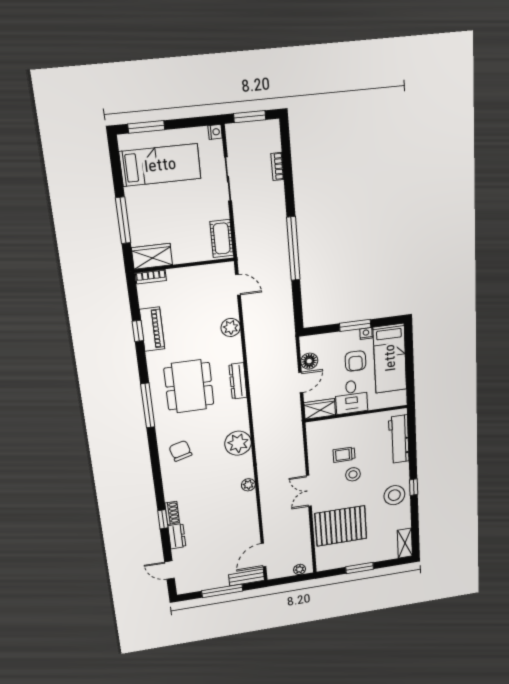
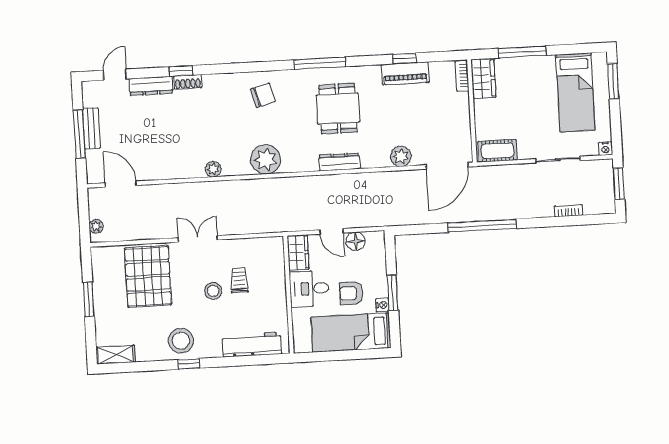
door: (238, 285) -> (447, 166), width x1.88
dining table: (189, 386) -> (338, 109), width x0.73
dresser: (177, 536) -> (151, 86), width x1.44
bench: (247, 578) -> (91, 128), moved

